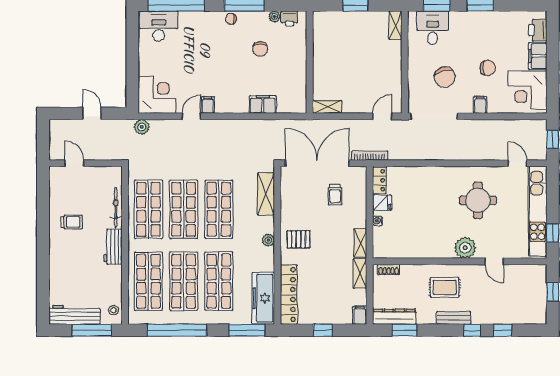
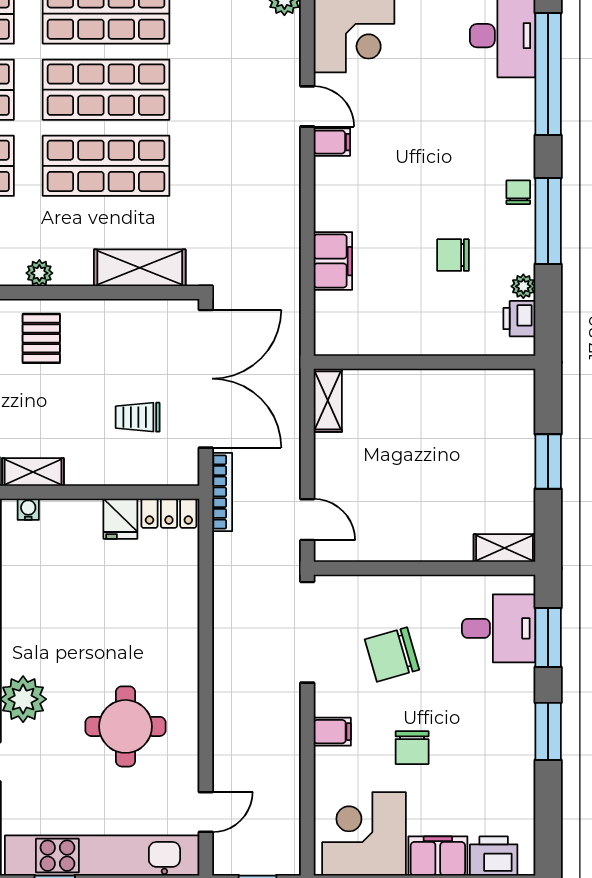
water cooler: (378, 221) -> (28, 509), moved

